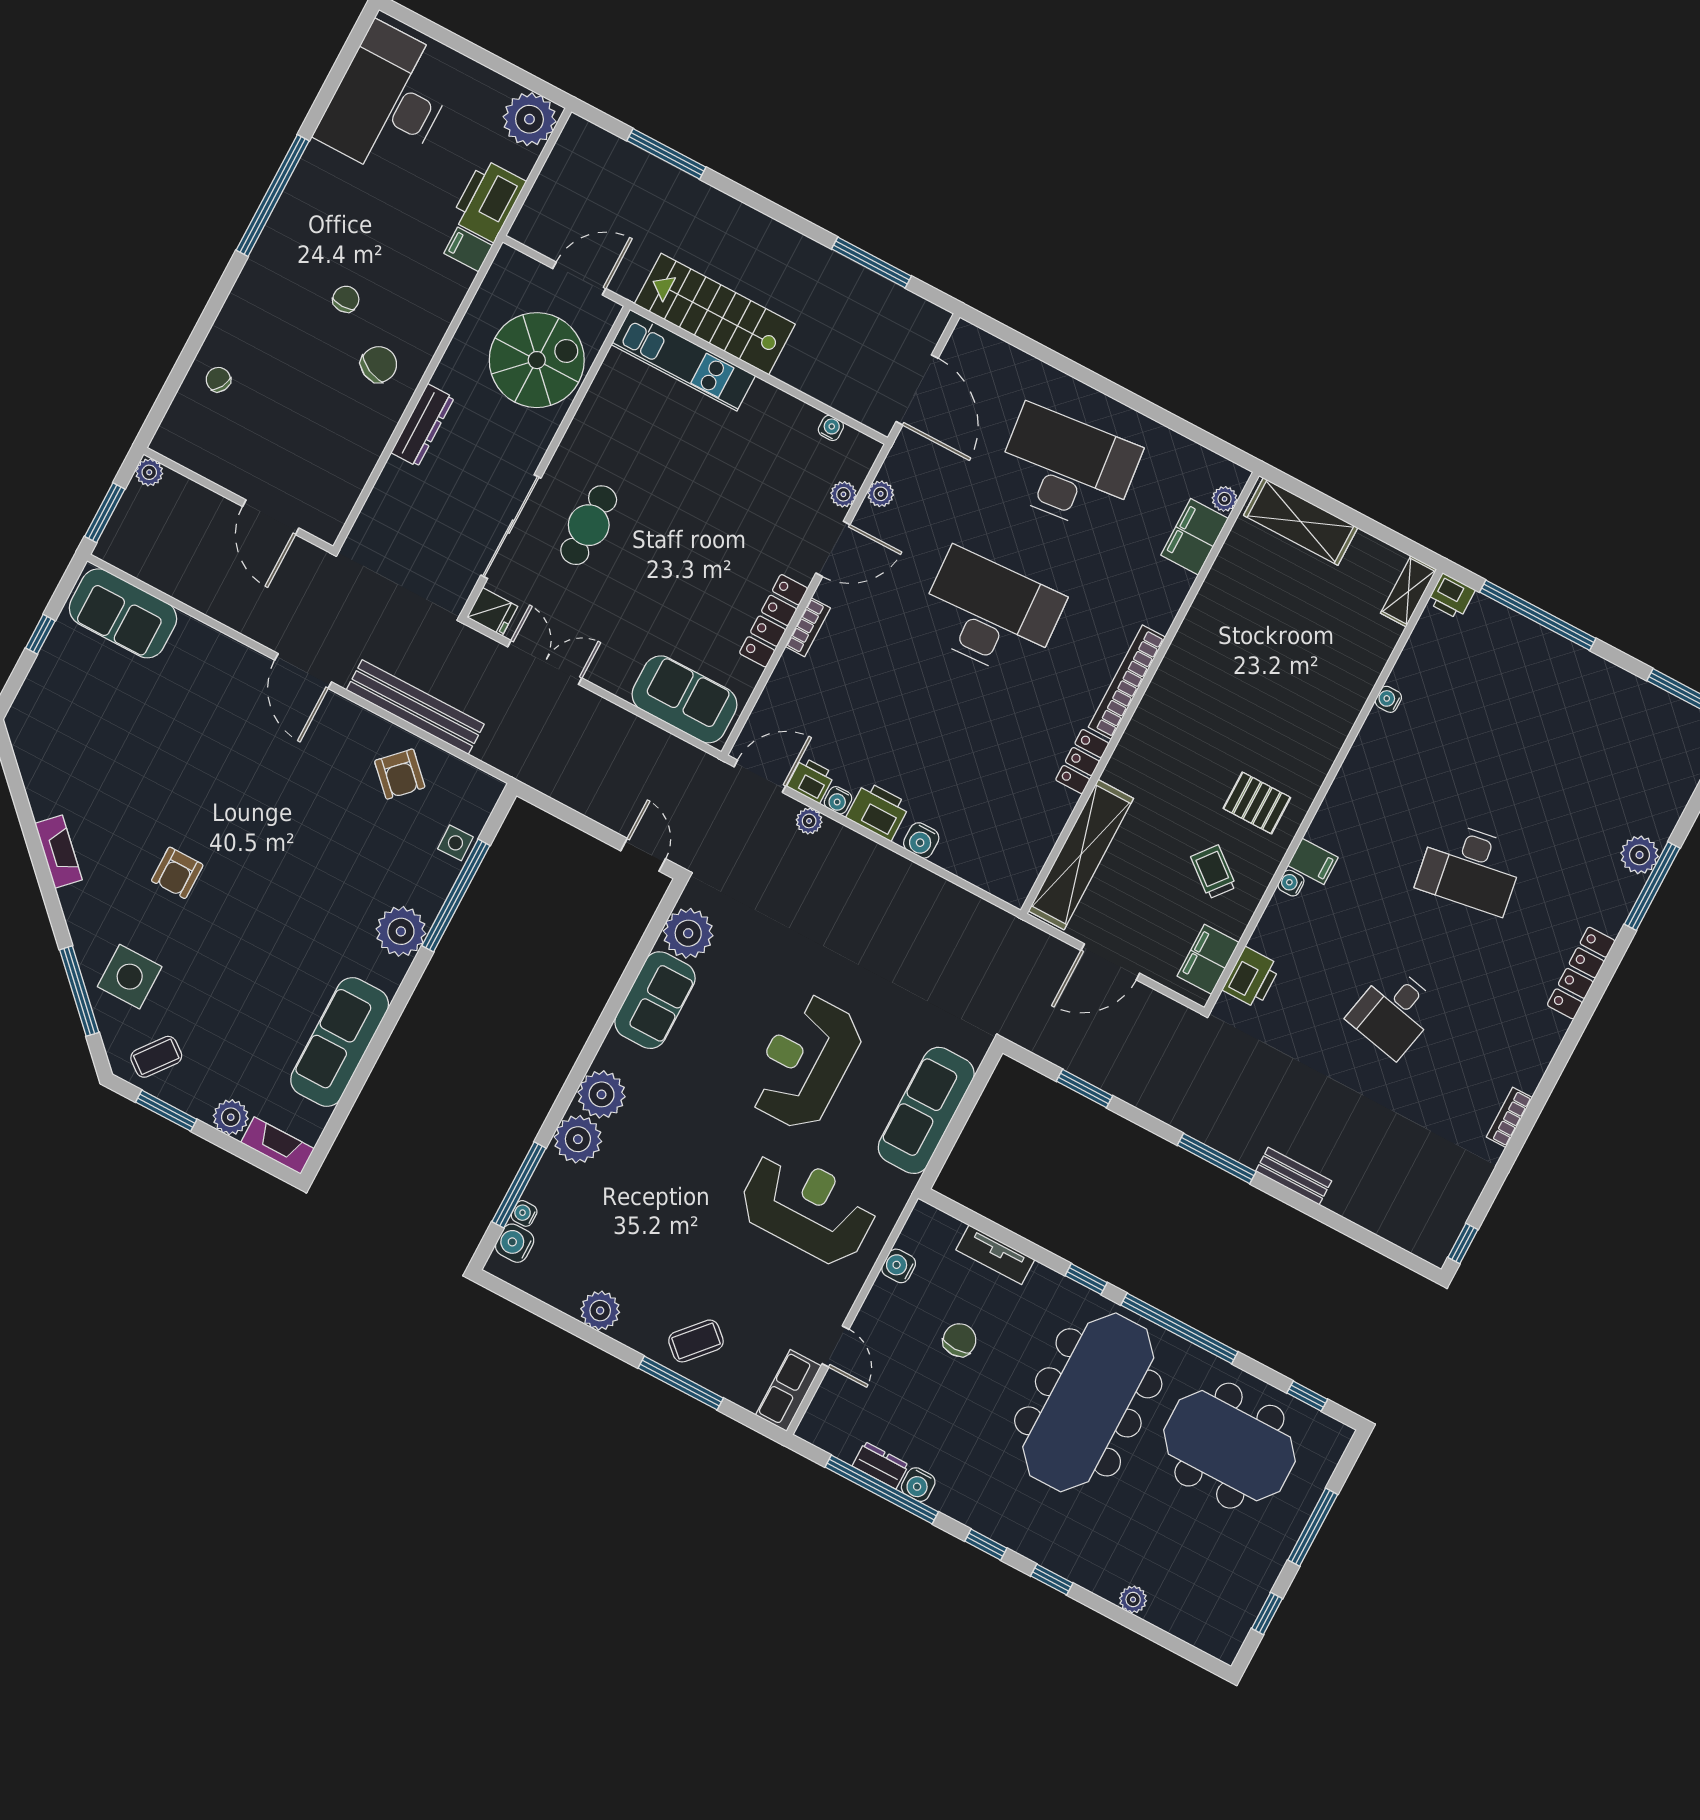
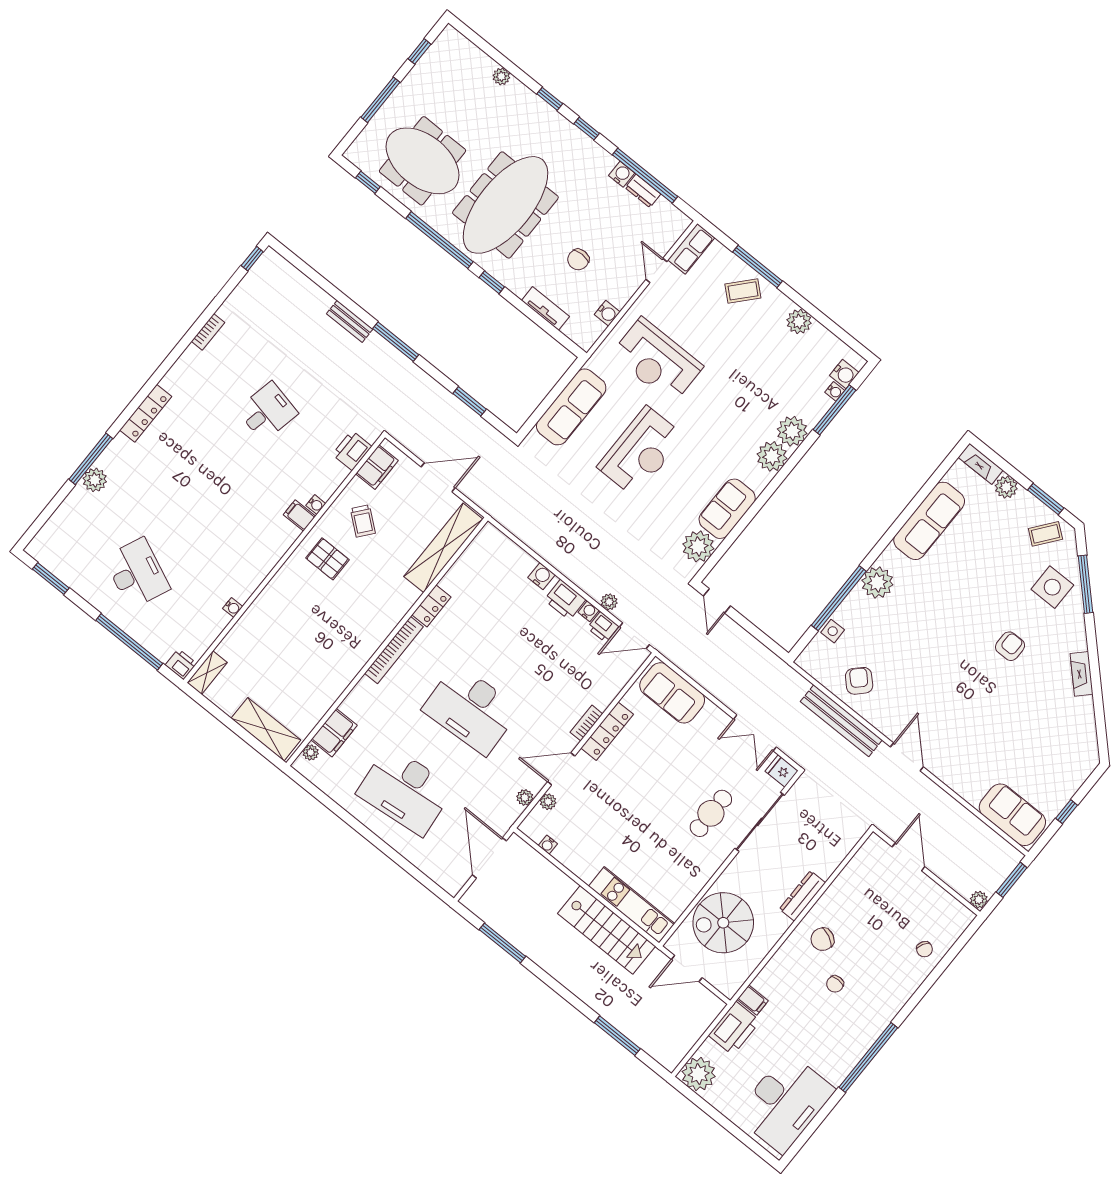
desk: (1470, 868) -> (137, 573), moved, turned 33

